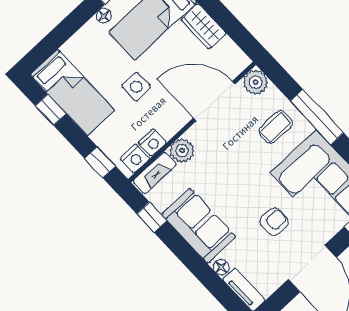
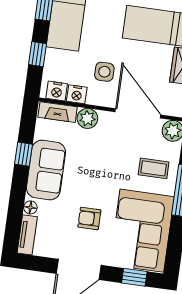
side table: (136, 87) -> (104, 72), moved
window: (100, 162) -> (38, 54), moved
window: (152, 217) -> (24, 154), moved
armchair: (274, 222) -> (89, 218), turned 180

